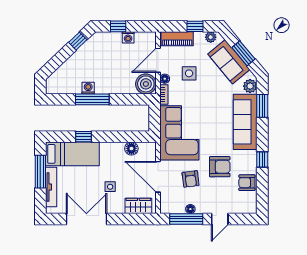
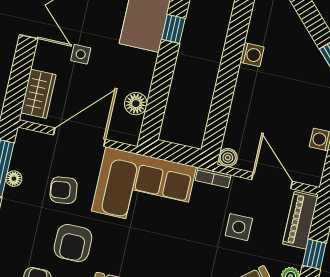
floor lamp: (165, 79) -> (239, 185), removed
boiler: (146, 84) -> (228, 158), width x0.54, depth x0.54
window: (92, 99) -> (232, 57), removed

